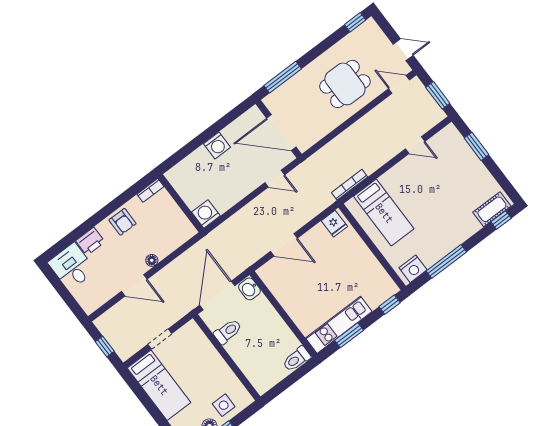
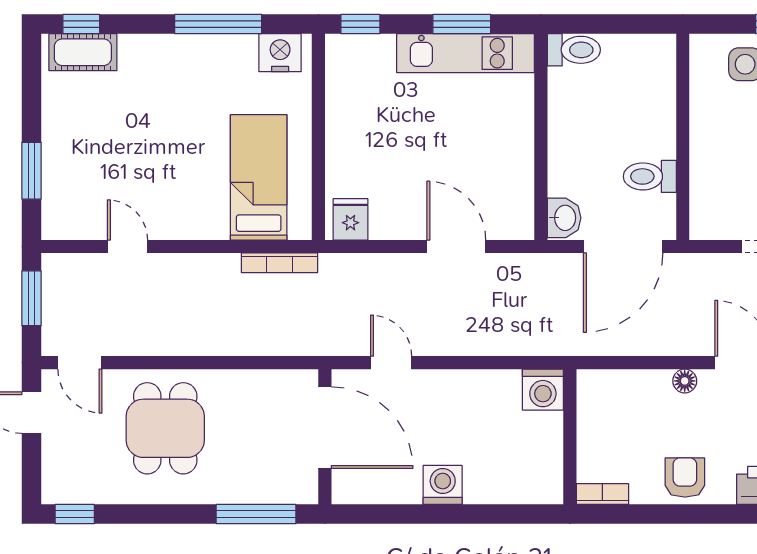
dining table: (345, 84) -> (165, 428), turned 90

